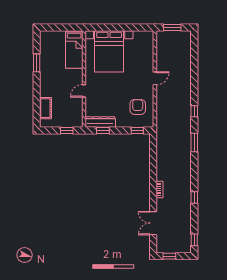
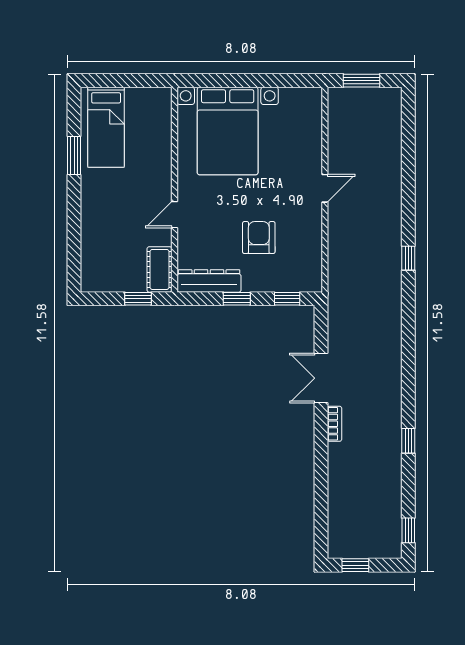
bed: (74, 50) -> (106, 127), moved
armchair: (138, 107) -> (259, 238), moved
cot: (45, 108) -> (160, 269), moved
window: (103, 130) -> (237, 299), moved
window: (194, 143) -> (408, 324), removed
double door: (153, 223) -> (321, 378), moved

